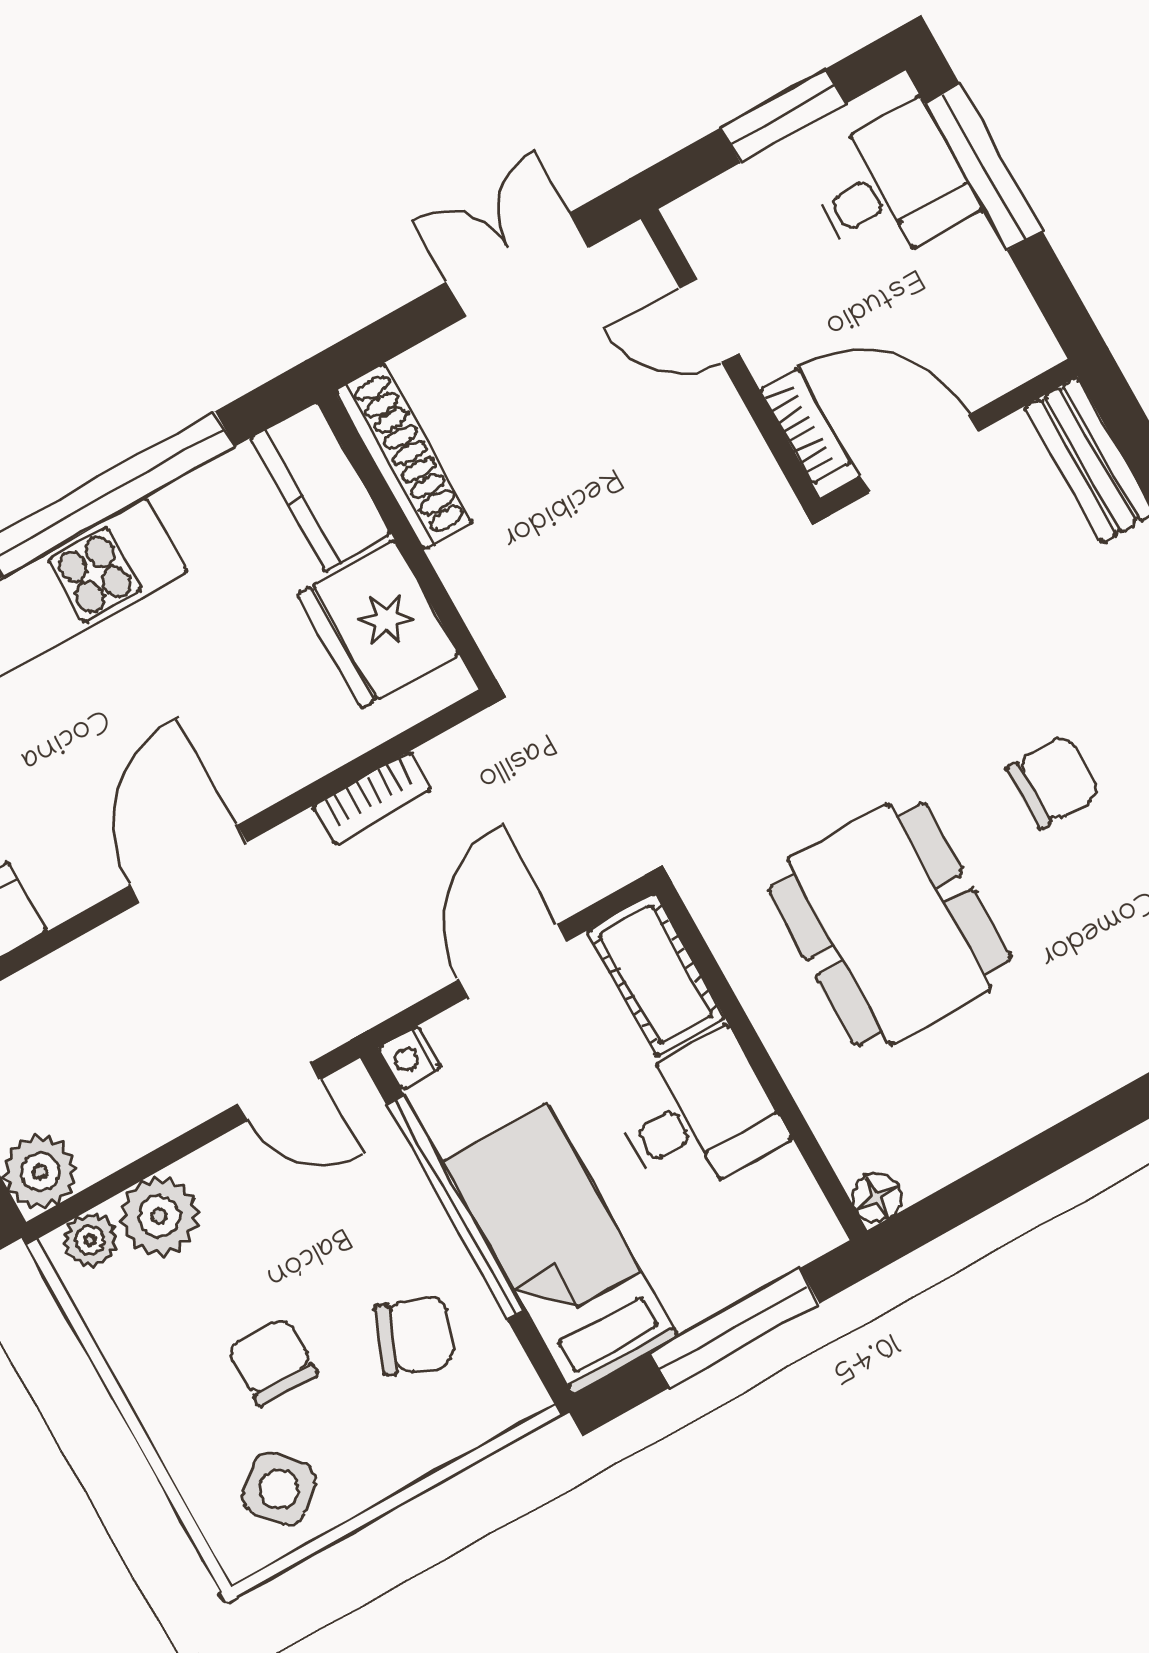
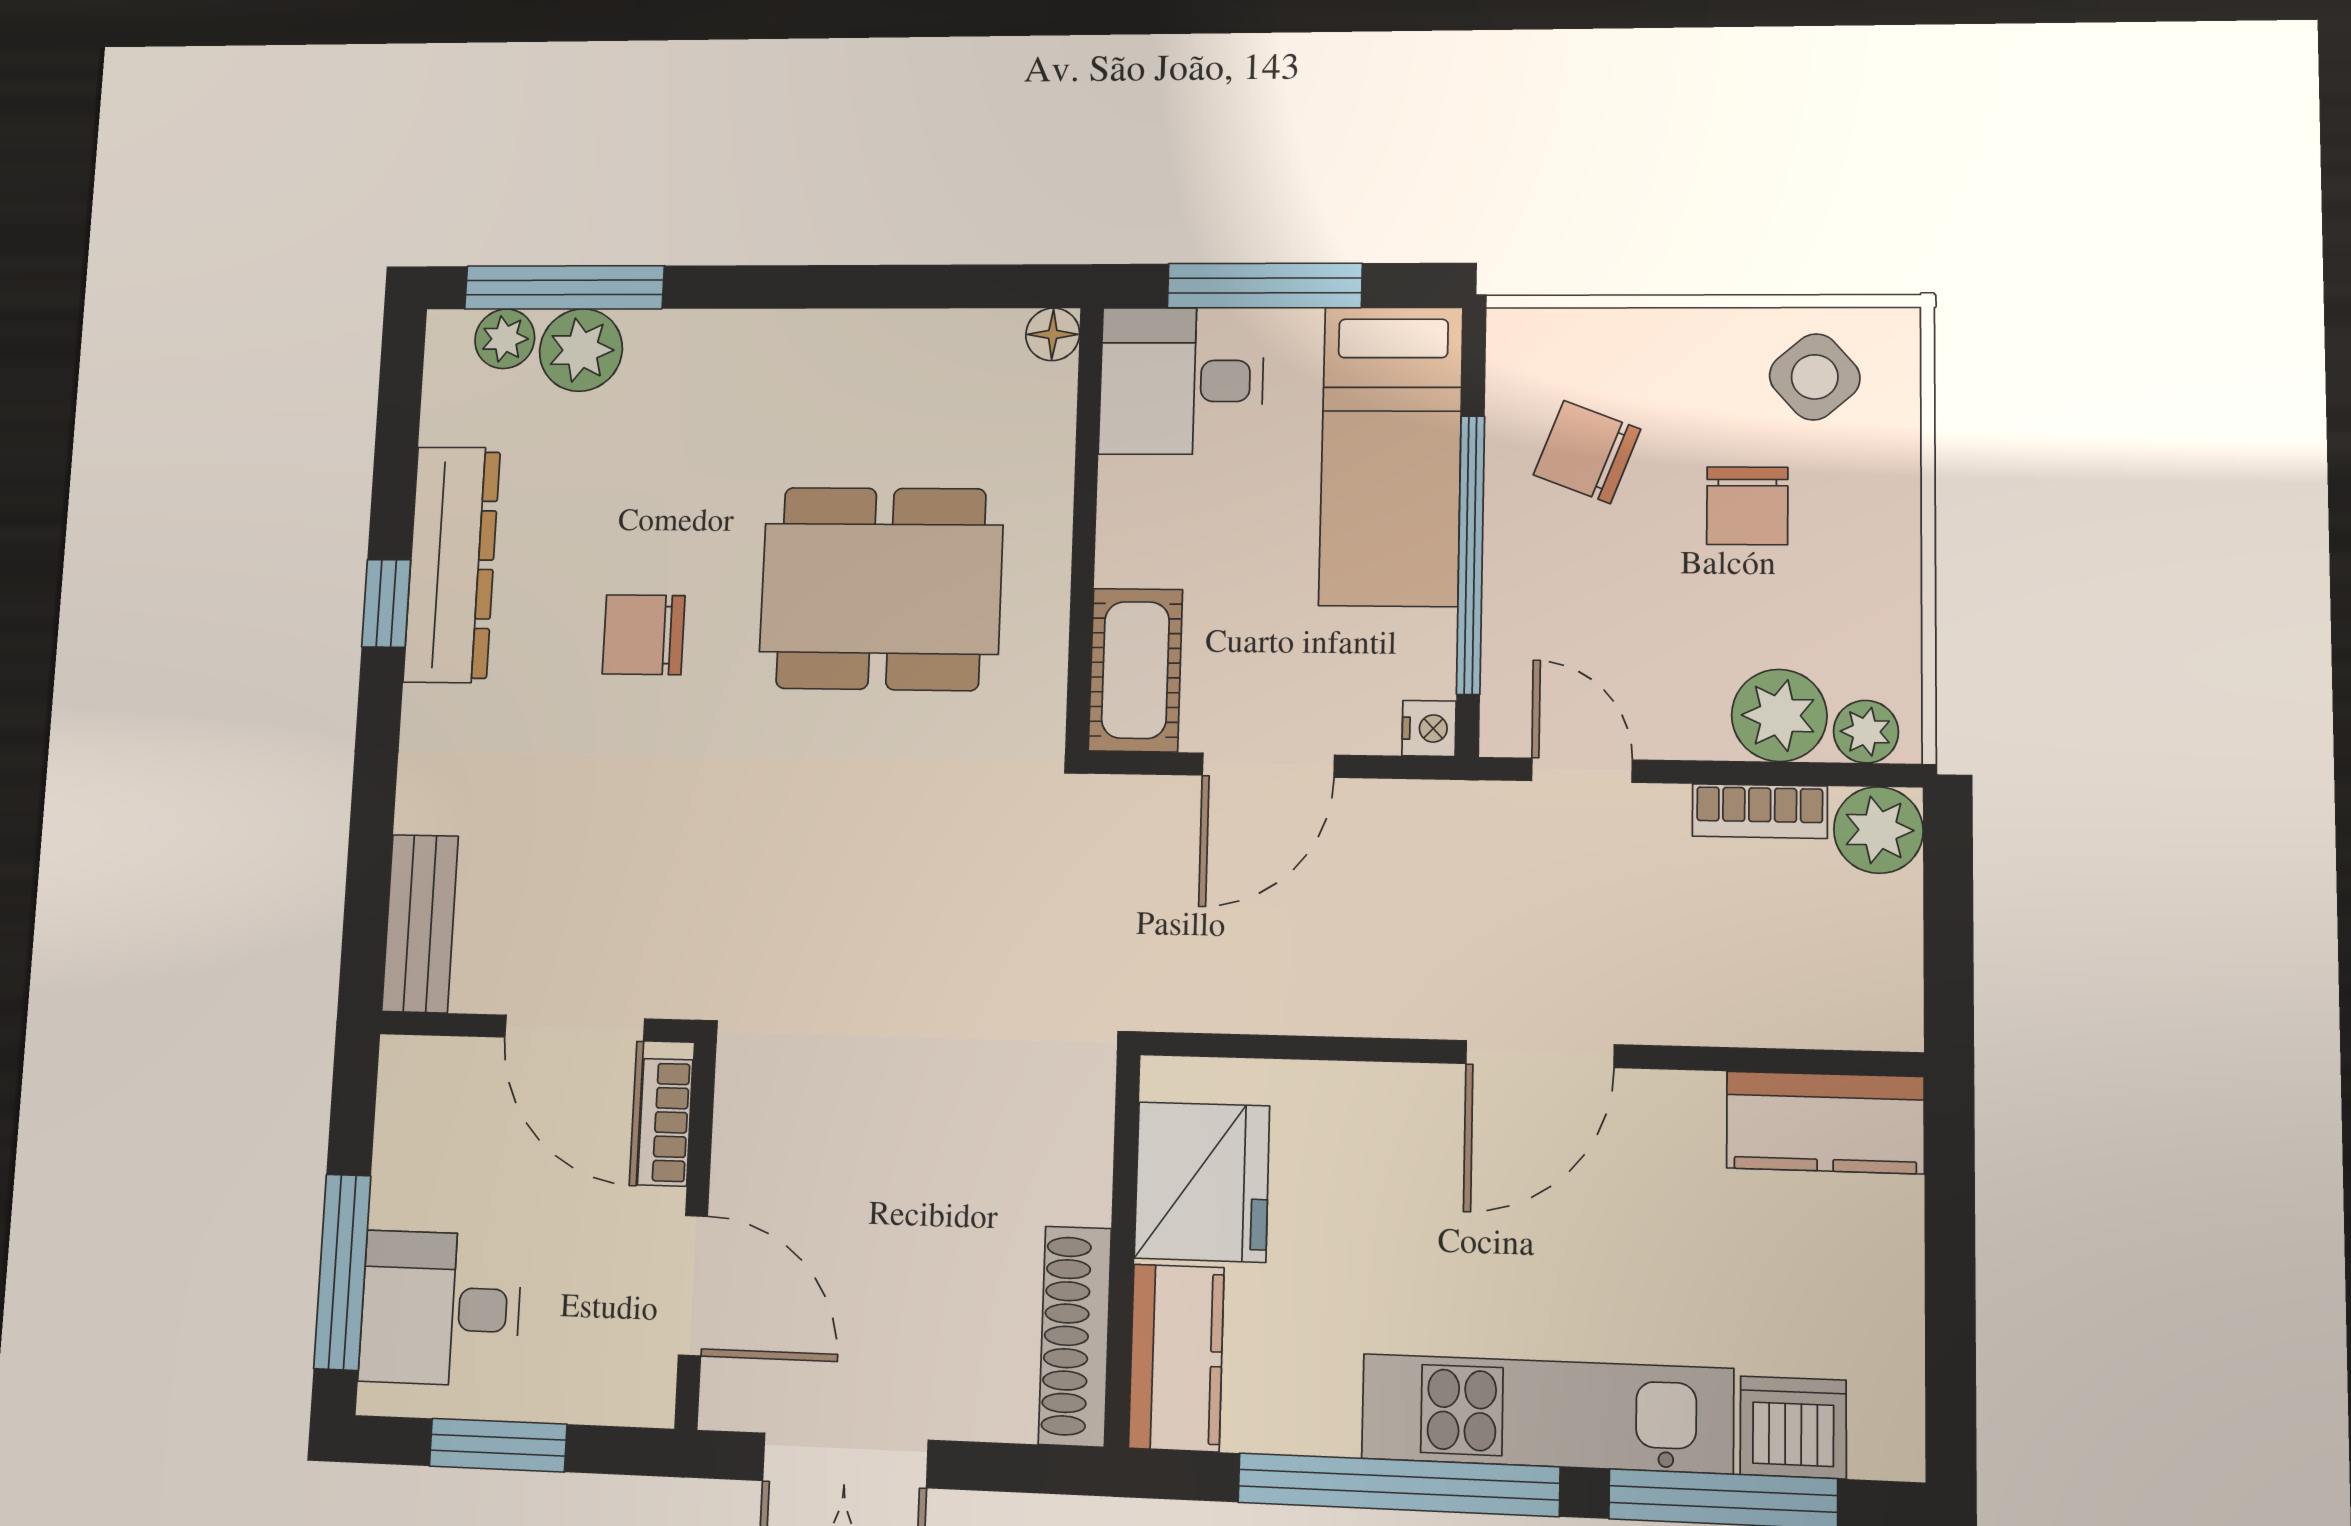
door: (709, 320) -> (693, 1286), width x1.38
bookcase: (372, 798) -> (1760, 811), moved, turned 180
dining table: (890, 924) -> (881, 589), turned 90
desk: (698, 1116) -> (1181, 381), moved

